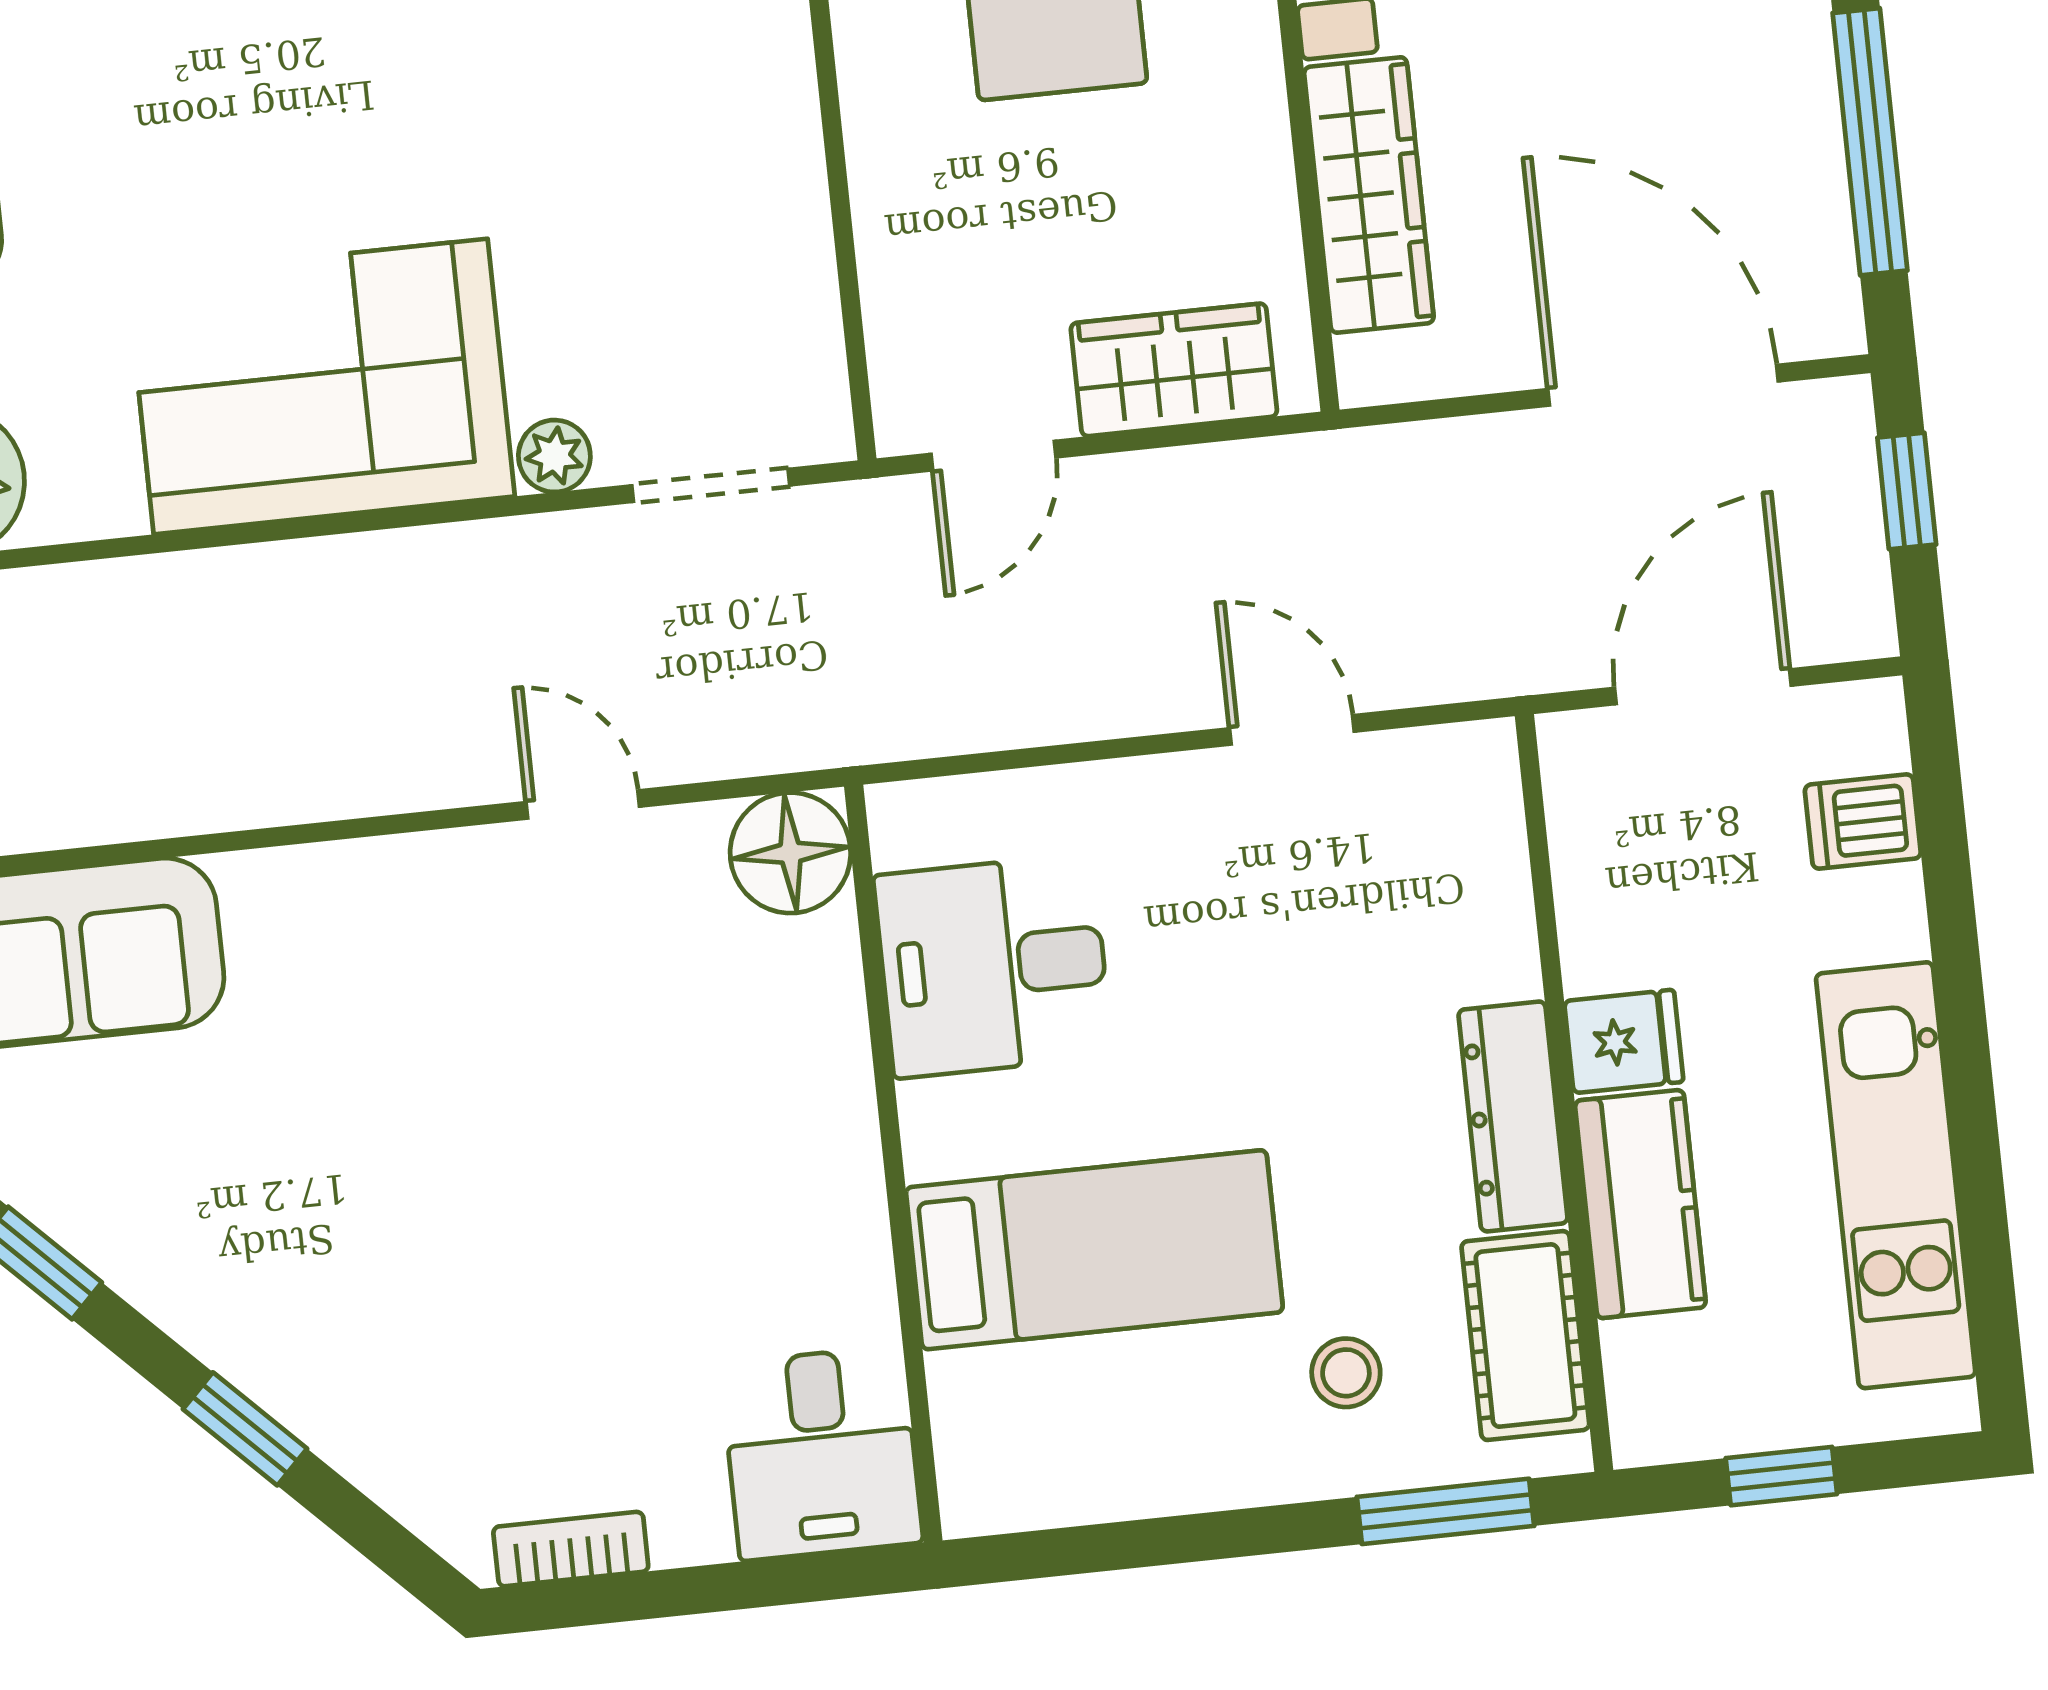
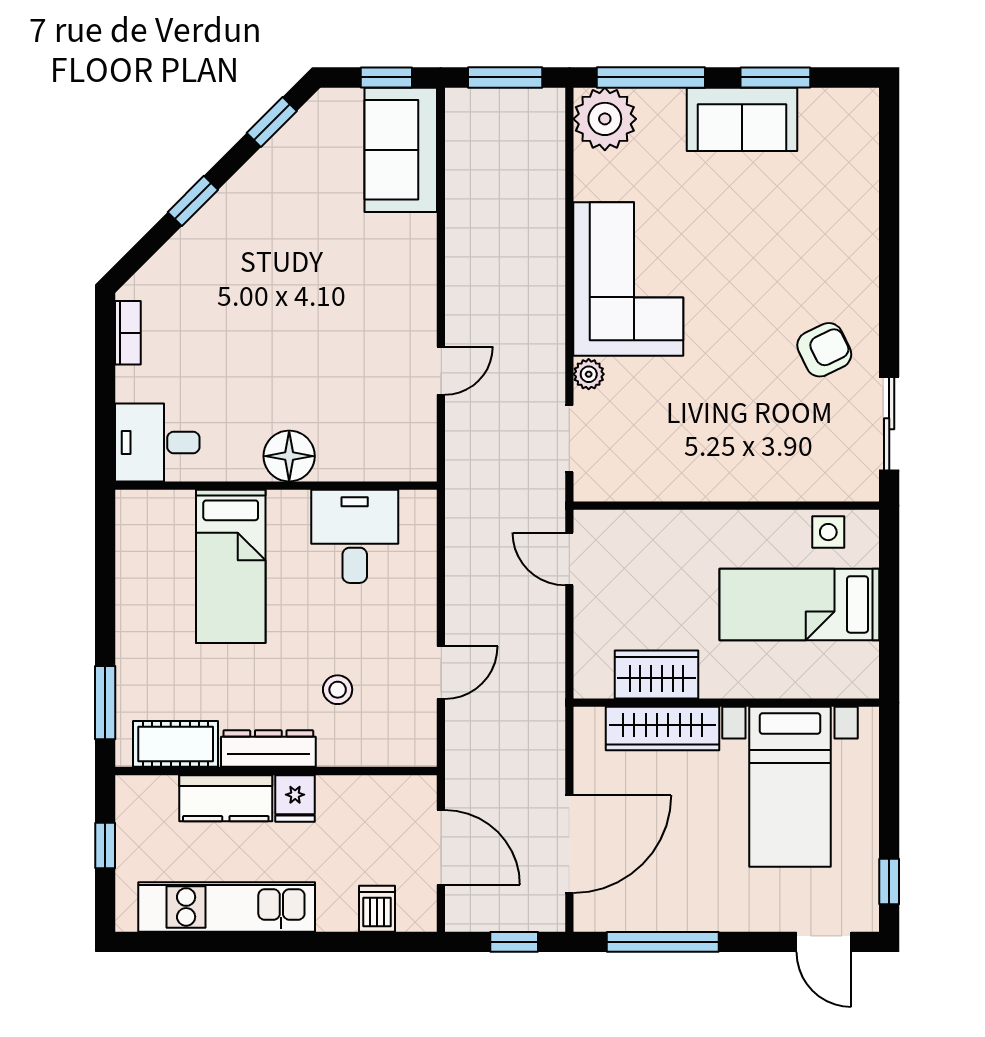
wardrobe: (1174, 370) -> (657, 675), moved, turned -90
floor lamp: (790, 853) -> (289, 456), moved
stool: (1346, 1373) -> (338, 690), moved

